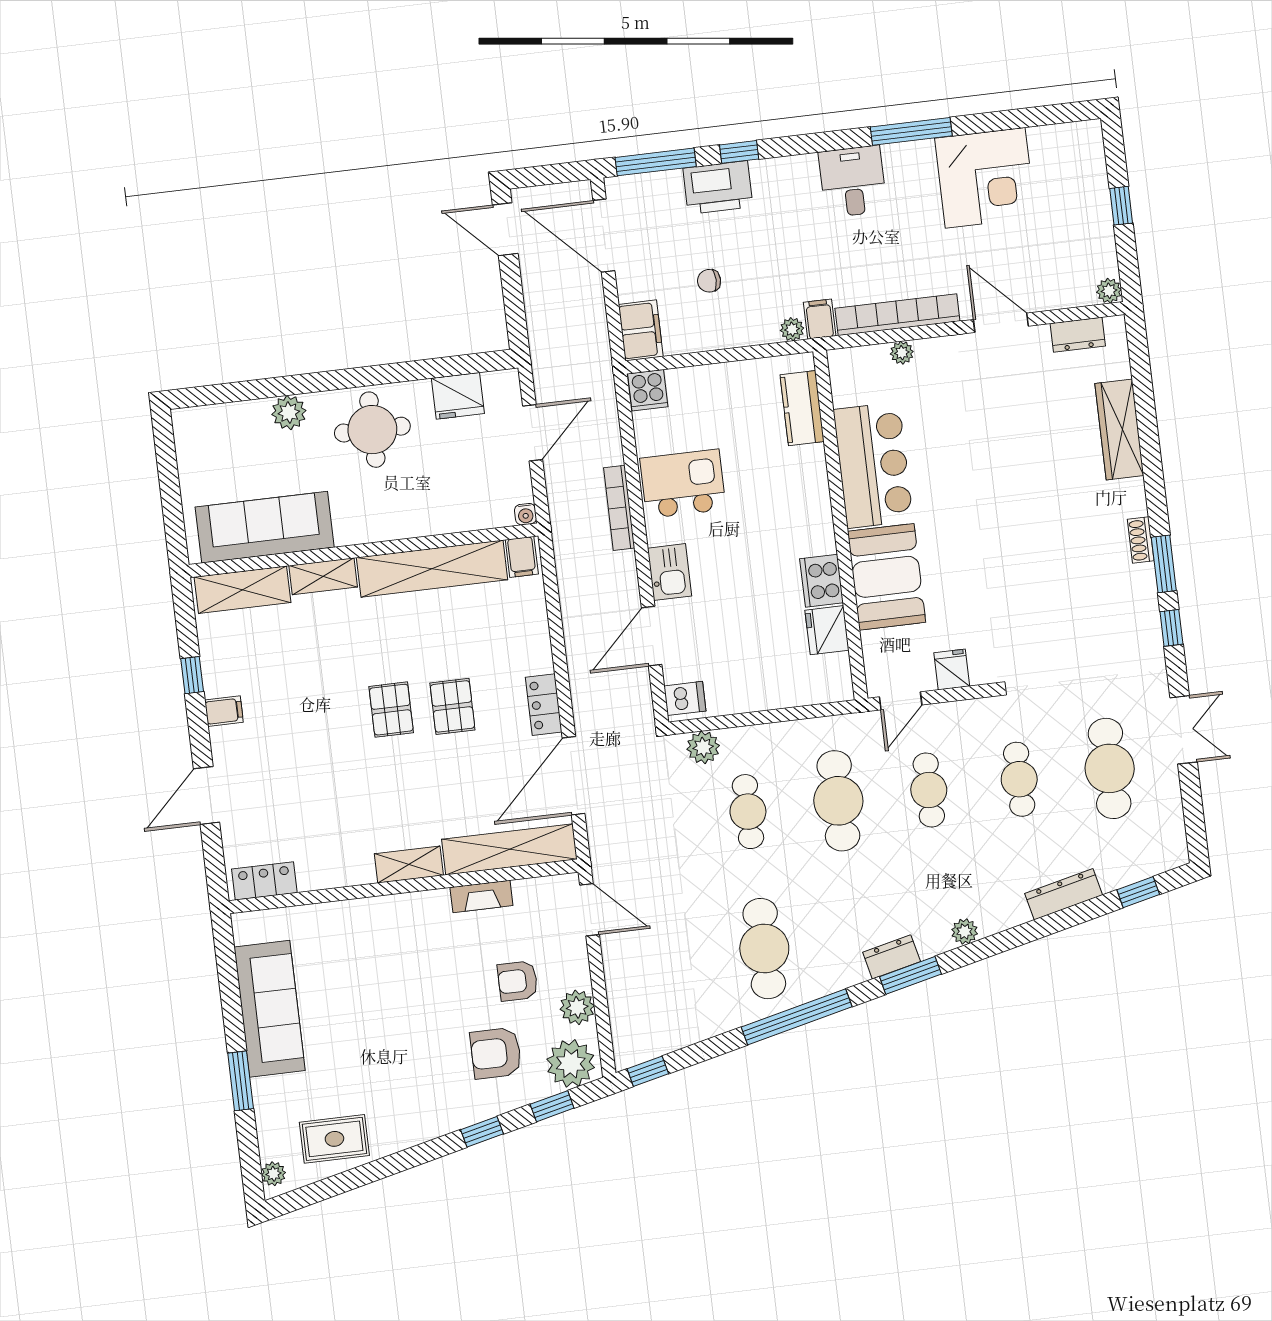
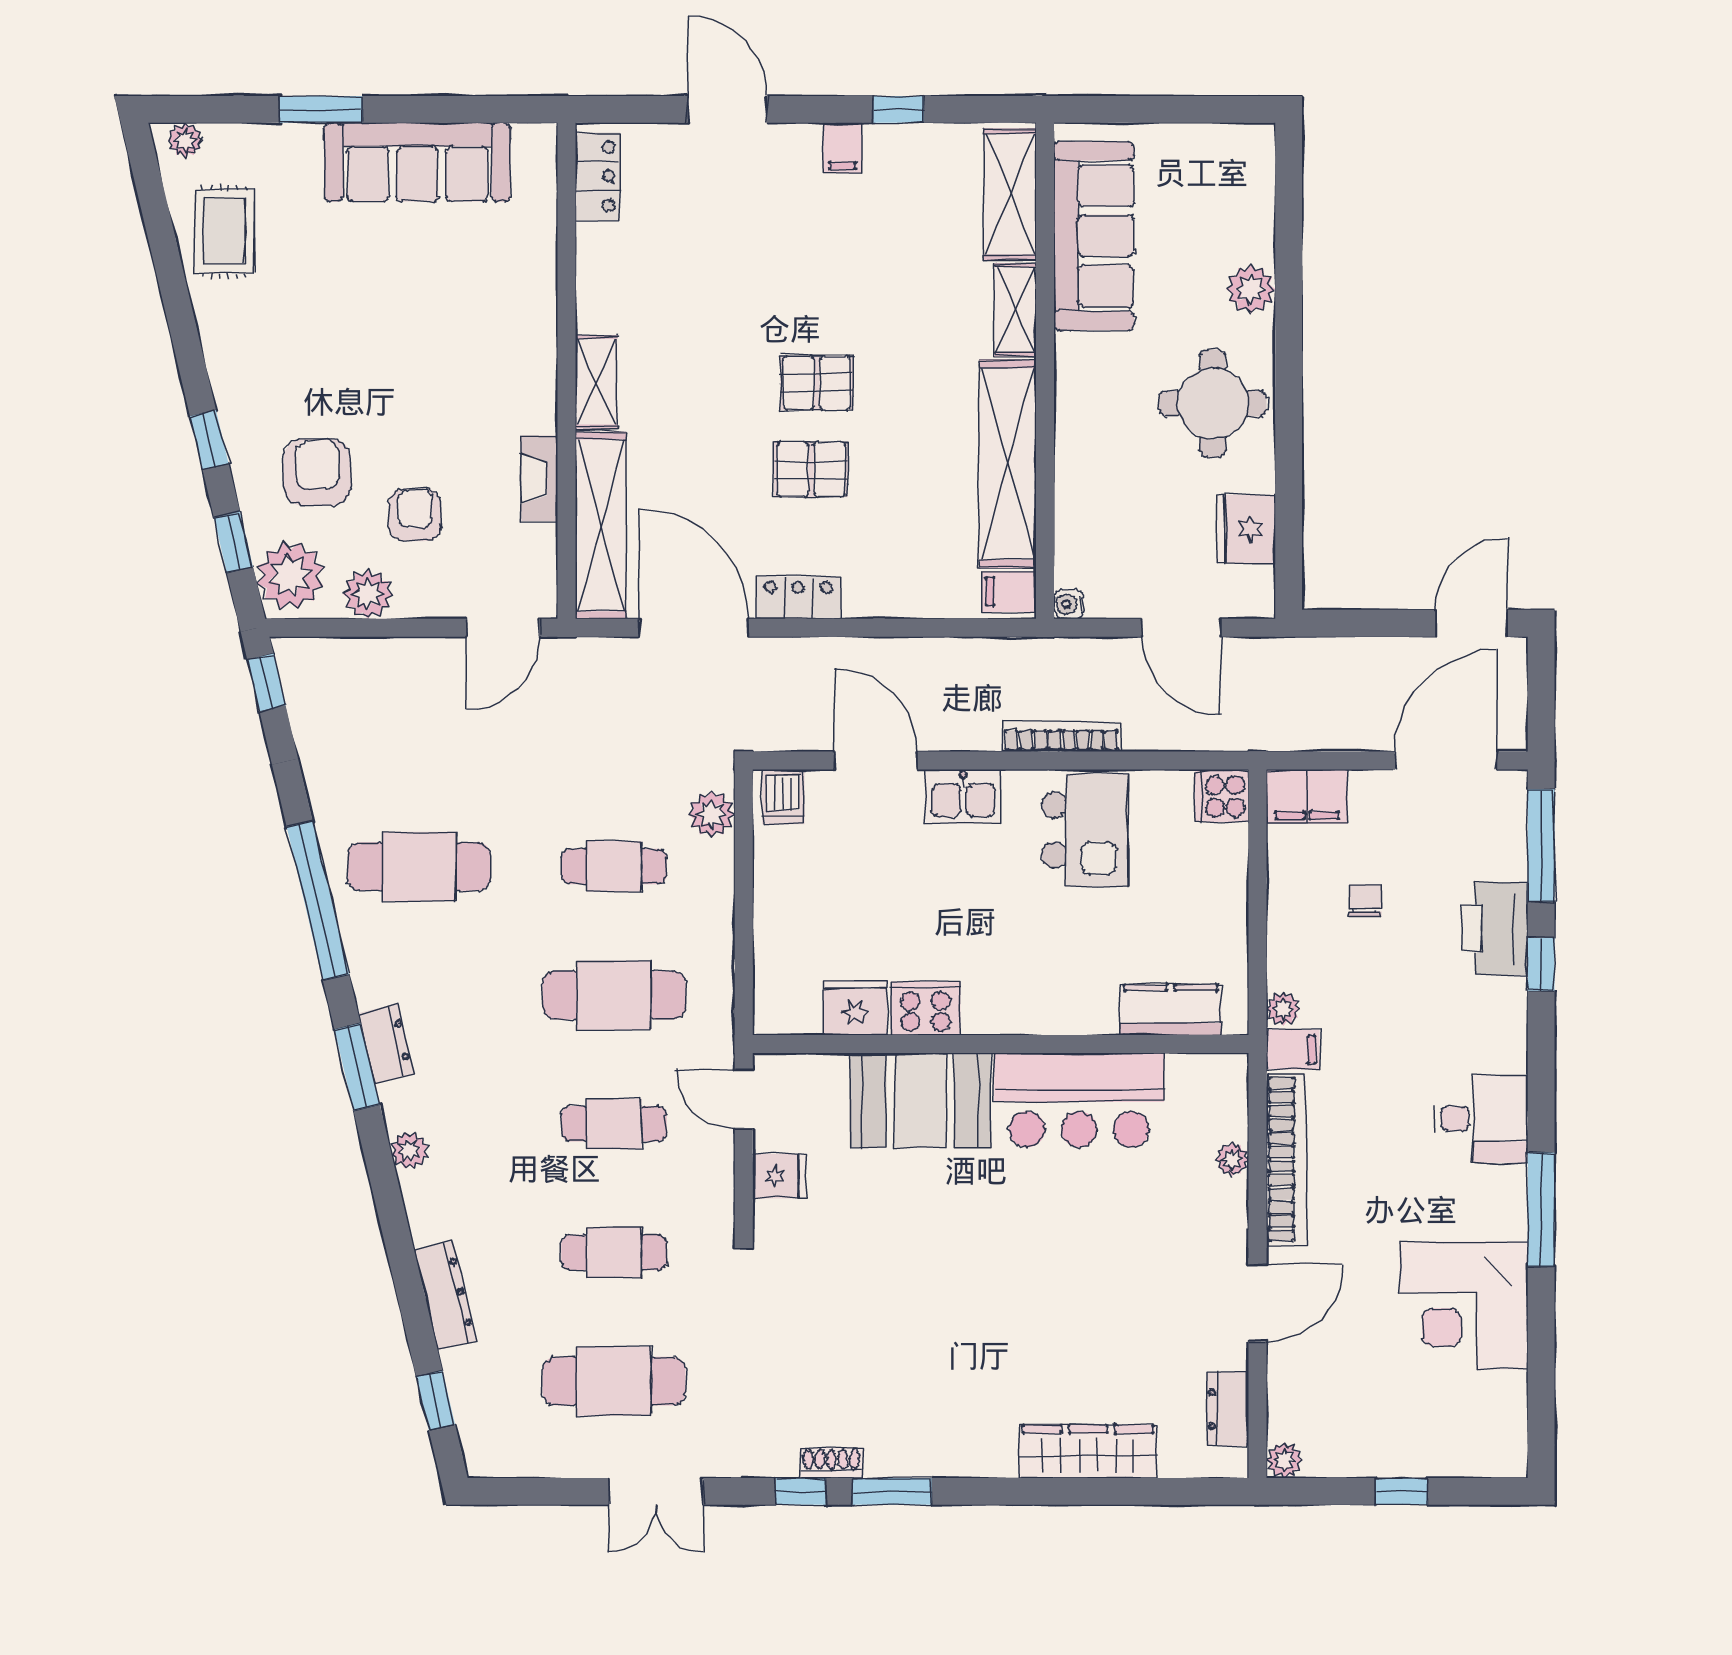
shoe rack: (1141, 540) -> (831, 1463), moved

